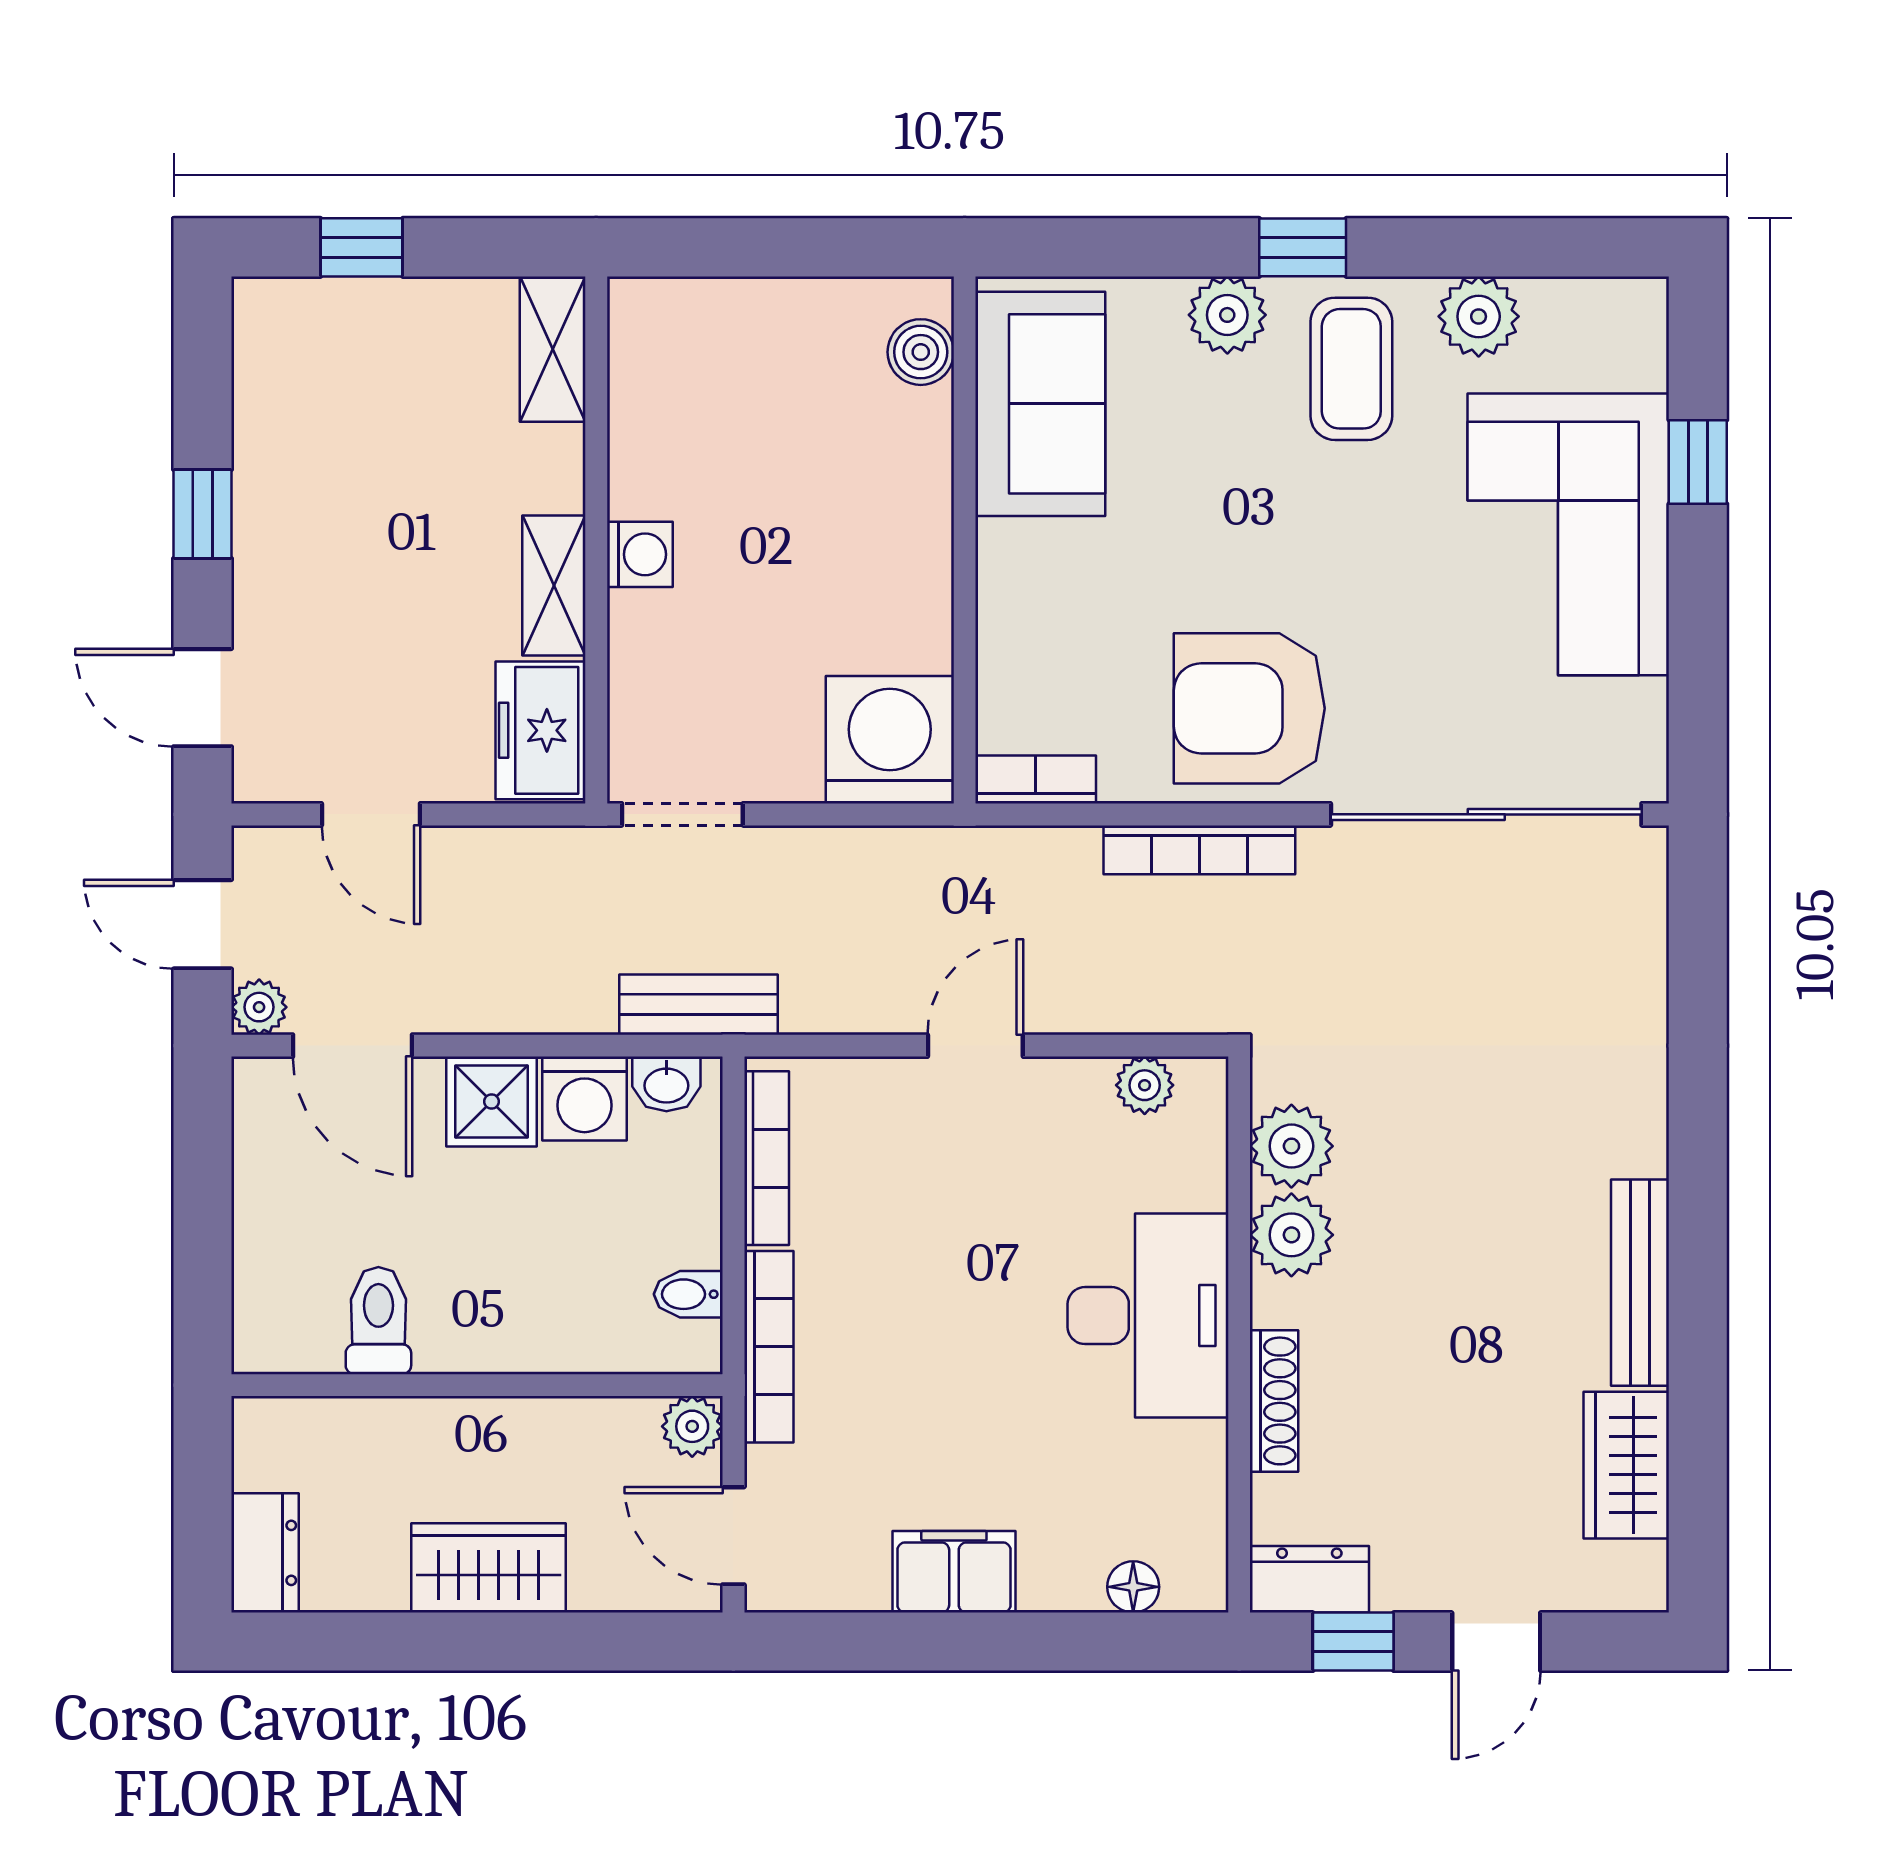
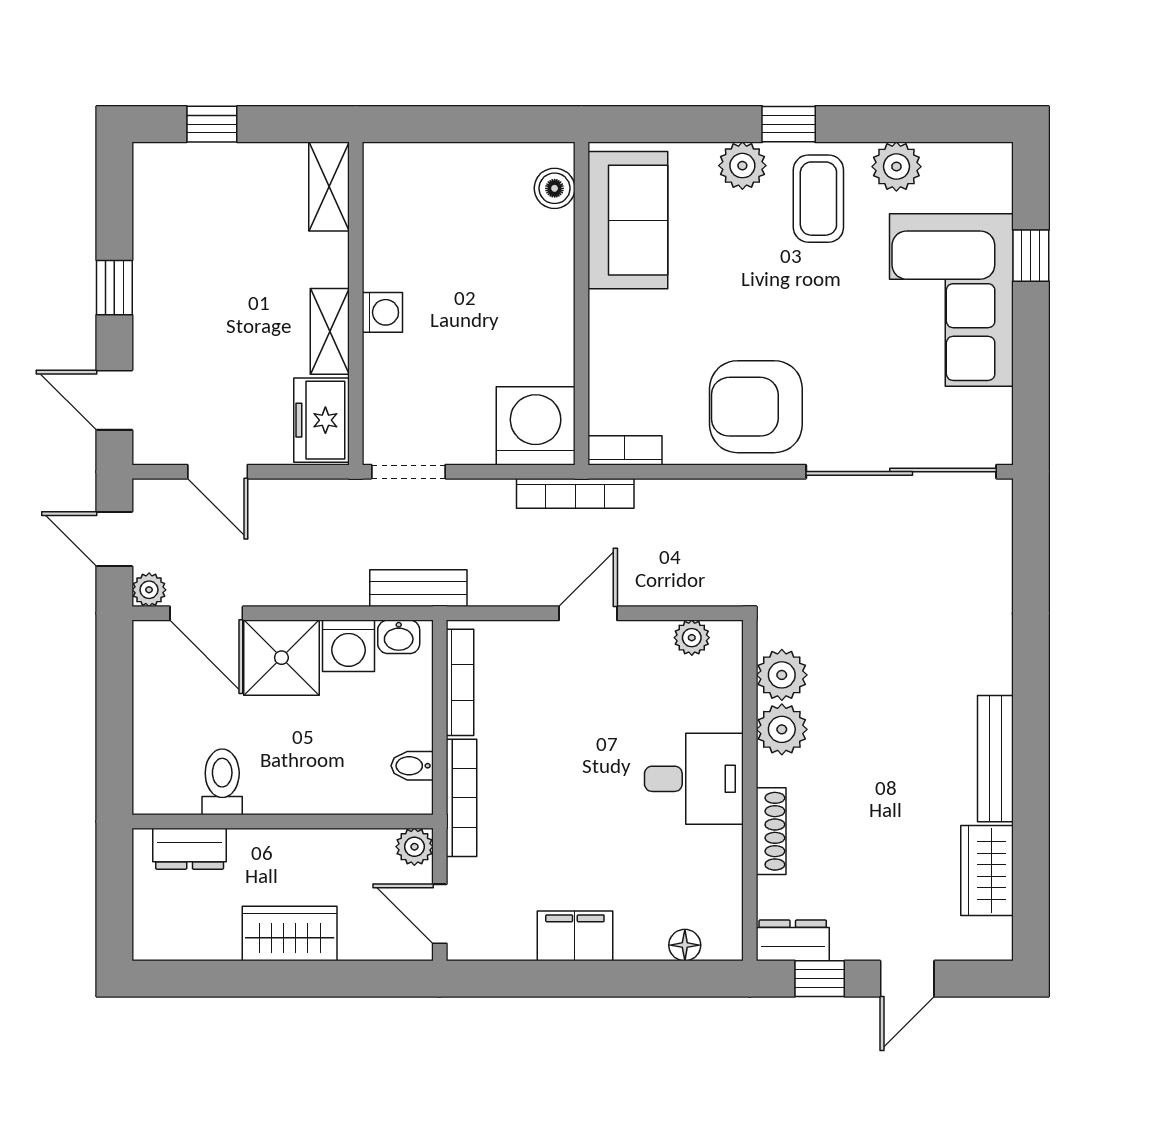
bookcase: (1199, 850) -> (575, 493), moved
shower: (492, 1102) -> (281, 658), width x1.36, depth x1.36
desk: (1148, 1316) -> (694, 779), width x0.73
dresser: (265, 1553) -> (190, 849), moved, turned 90

